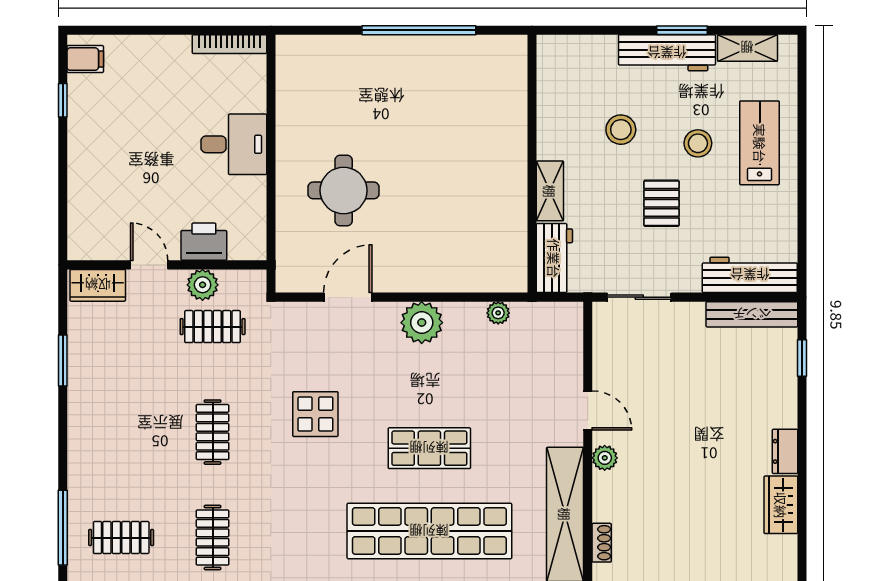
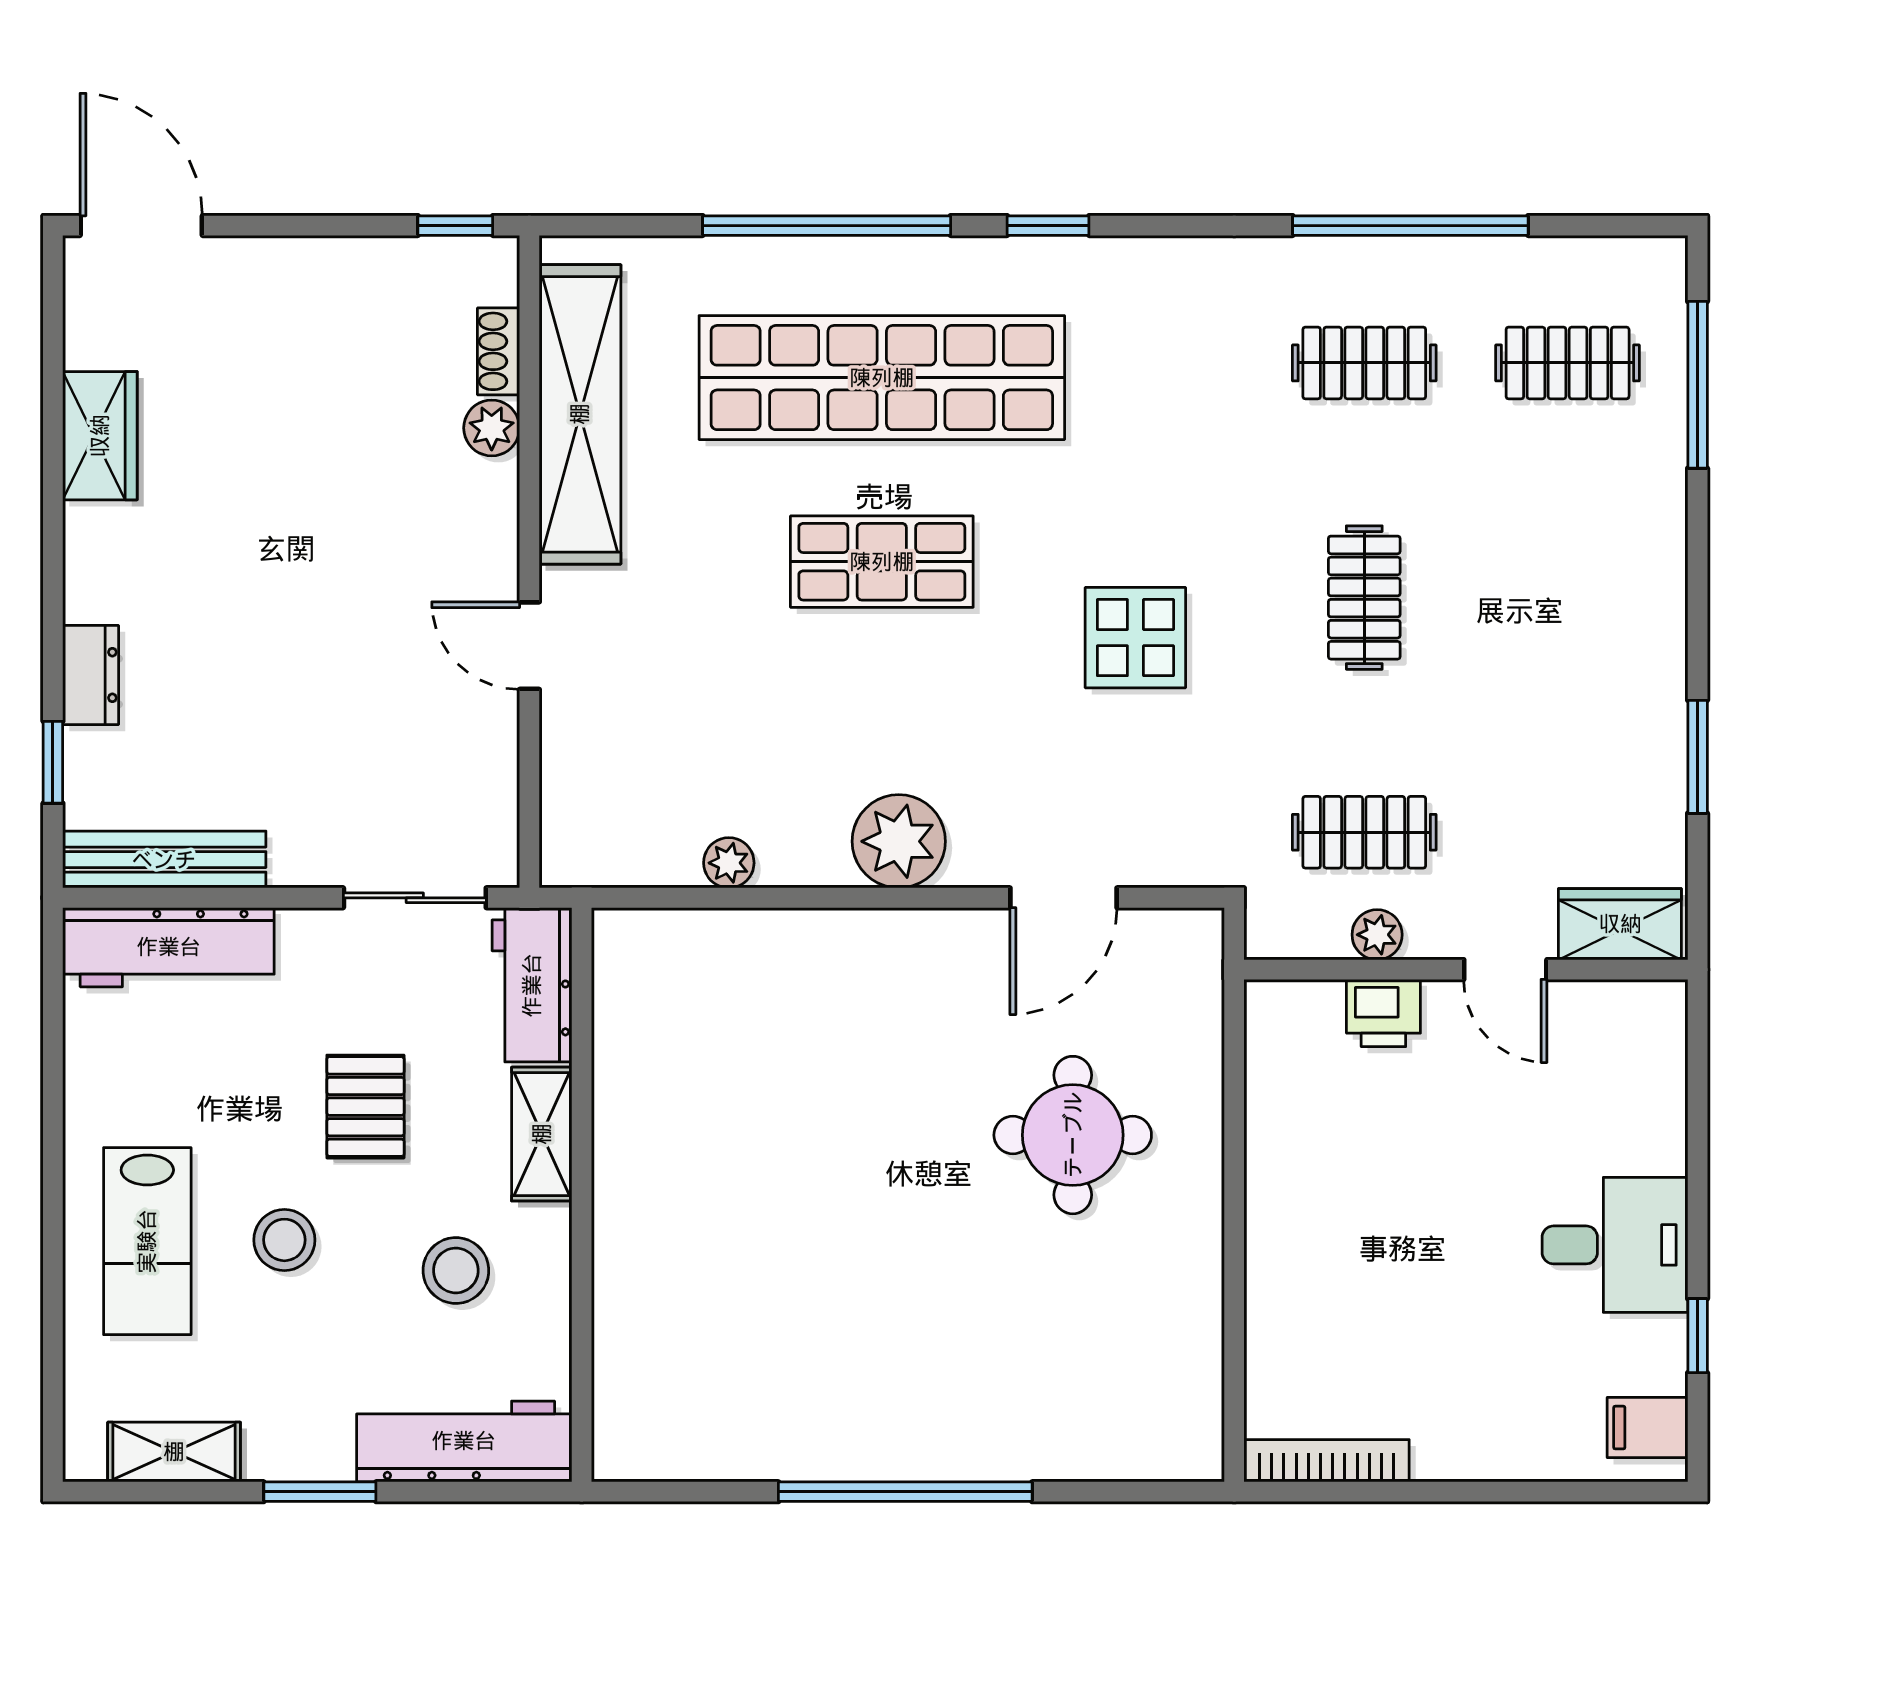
workbench: (667, 53) -> (464, 1441), moved
desk: (234, 144) -> (1615, 1245), moved, turned 180
wall: (532, 164) -> (582, 1195), moved
shelving: (550, 191) -> (542, 1134), moved
printer: (204, 242) -> (1383, 1013), width x0.73, depth x0.81
workbench: (554, 258) -> (532, 985), moved
plant: (203, 285) -> (1377, 935), width x0.73, depth x0.73
dresser: (785, 451) -> (91, 675), moved
plant: (605, 458) -> (492, 428), moved
clothes rail: (213, 538) -> (1364, 363), turned 90

